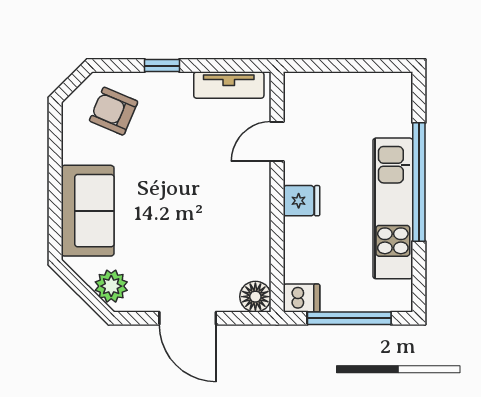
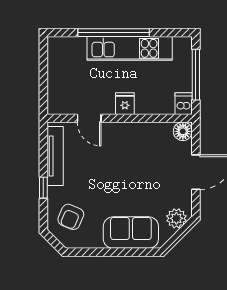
tv unit: (229, 85) -> (55, 156), width x1.41

